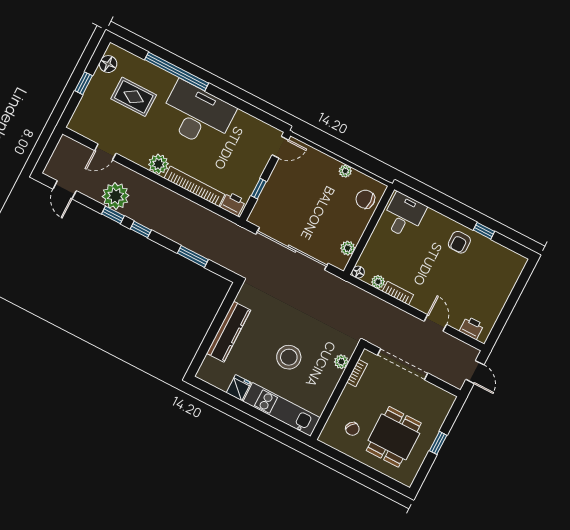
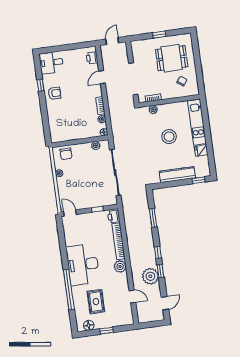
desk: (404, 215) -> (51, 63), moved
window: (200, 355) -> (198, 180), added

